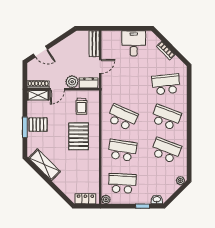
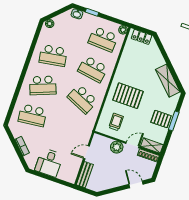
dresser: (89, 83) -> (102, 141), removed
school desk: (166, 117) -> (43, 85), turned -42
pallet: (79, 136) -> (128, 96), turned 90
school desk: (166, 150) -> (53, 56), turned -30

